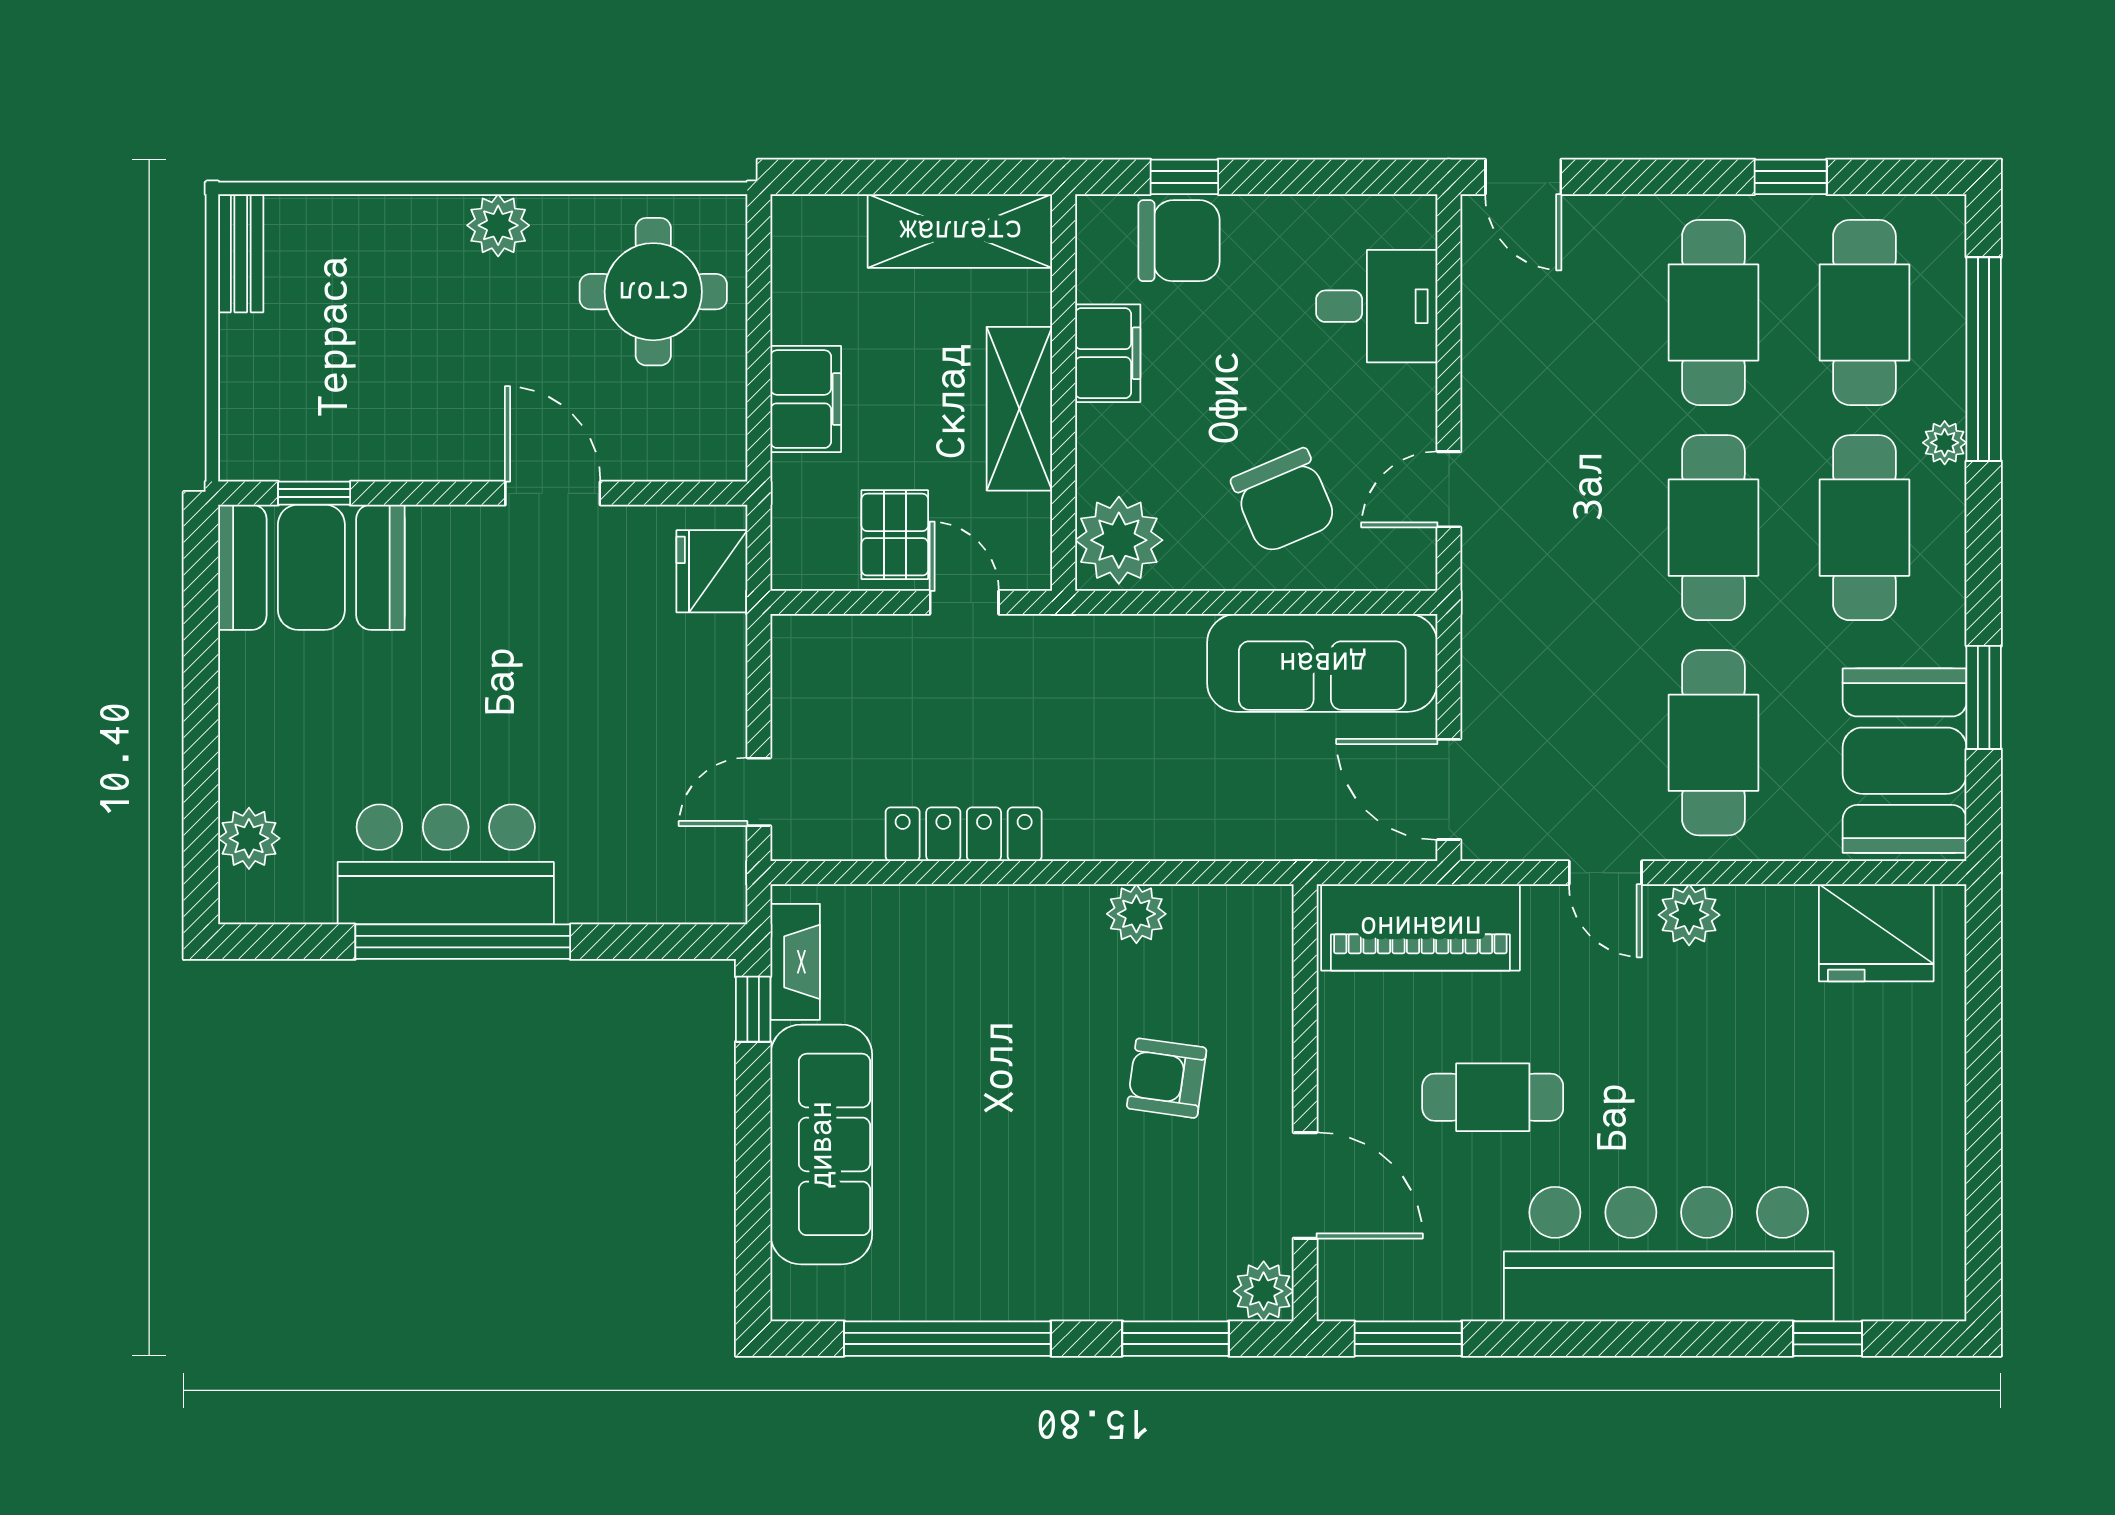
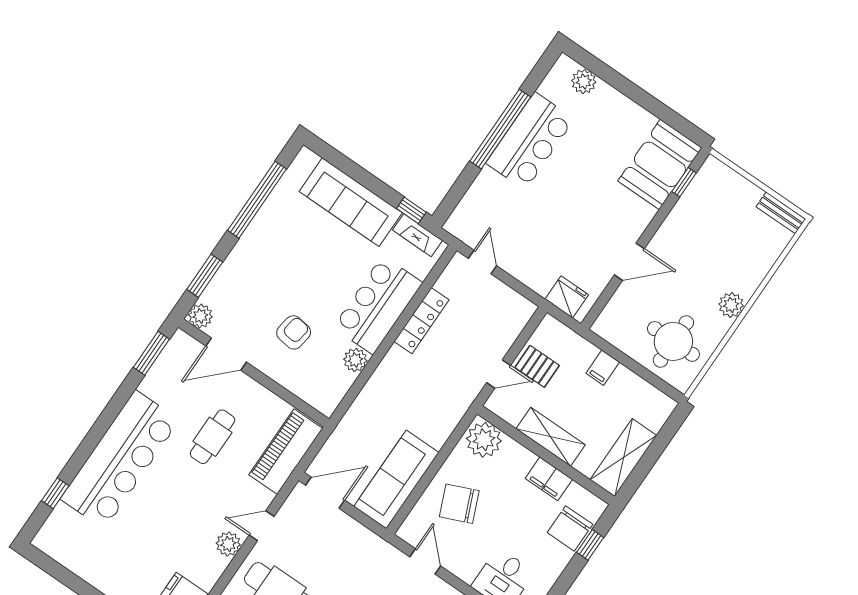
filing cabinet: (806, 399) -> (603, 368), width x0.50
bar counter: (993, 945) -> (378, 305), added

